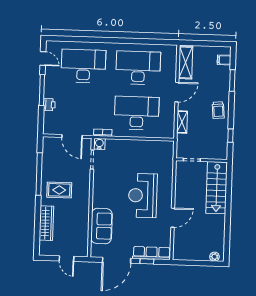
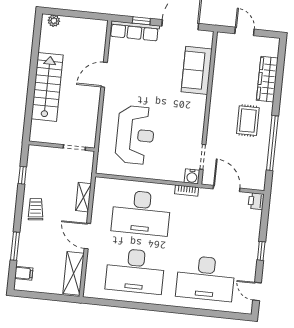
window: (42, 90) -> (261, 251), width x0.46
door: (177, 92) -> (87, 236), hinge flipped
printer: (49, 105) -> (256, 201), moved
stairs: (217, 188) -> (47, 87), moved
rug: (59, 190) -> (248, 121), turned 90
reception desk: (143, 195) -> (135, 135), moved

